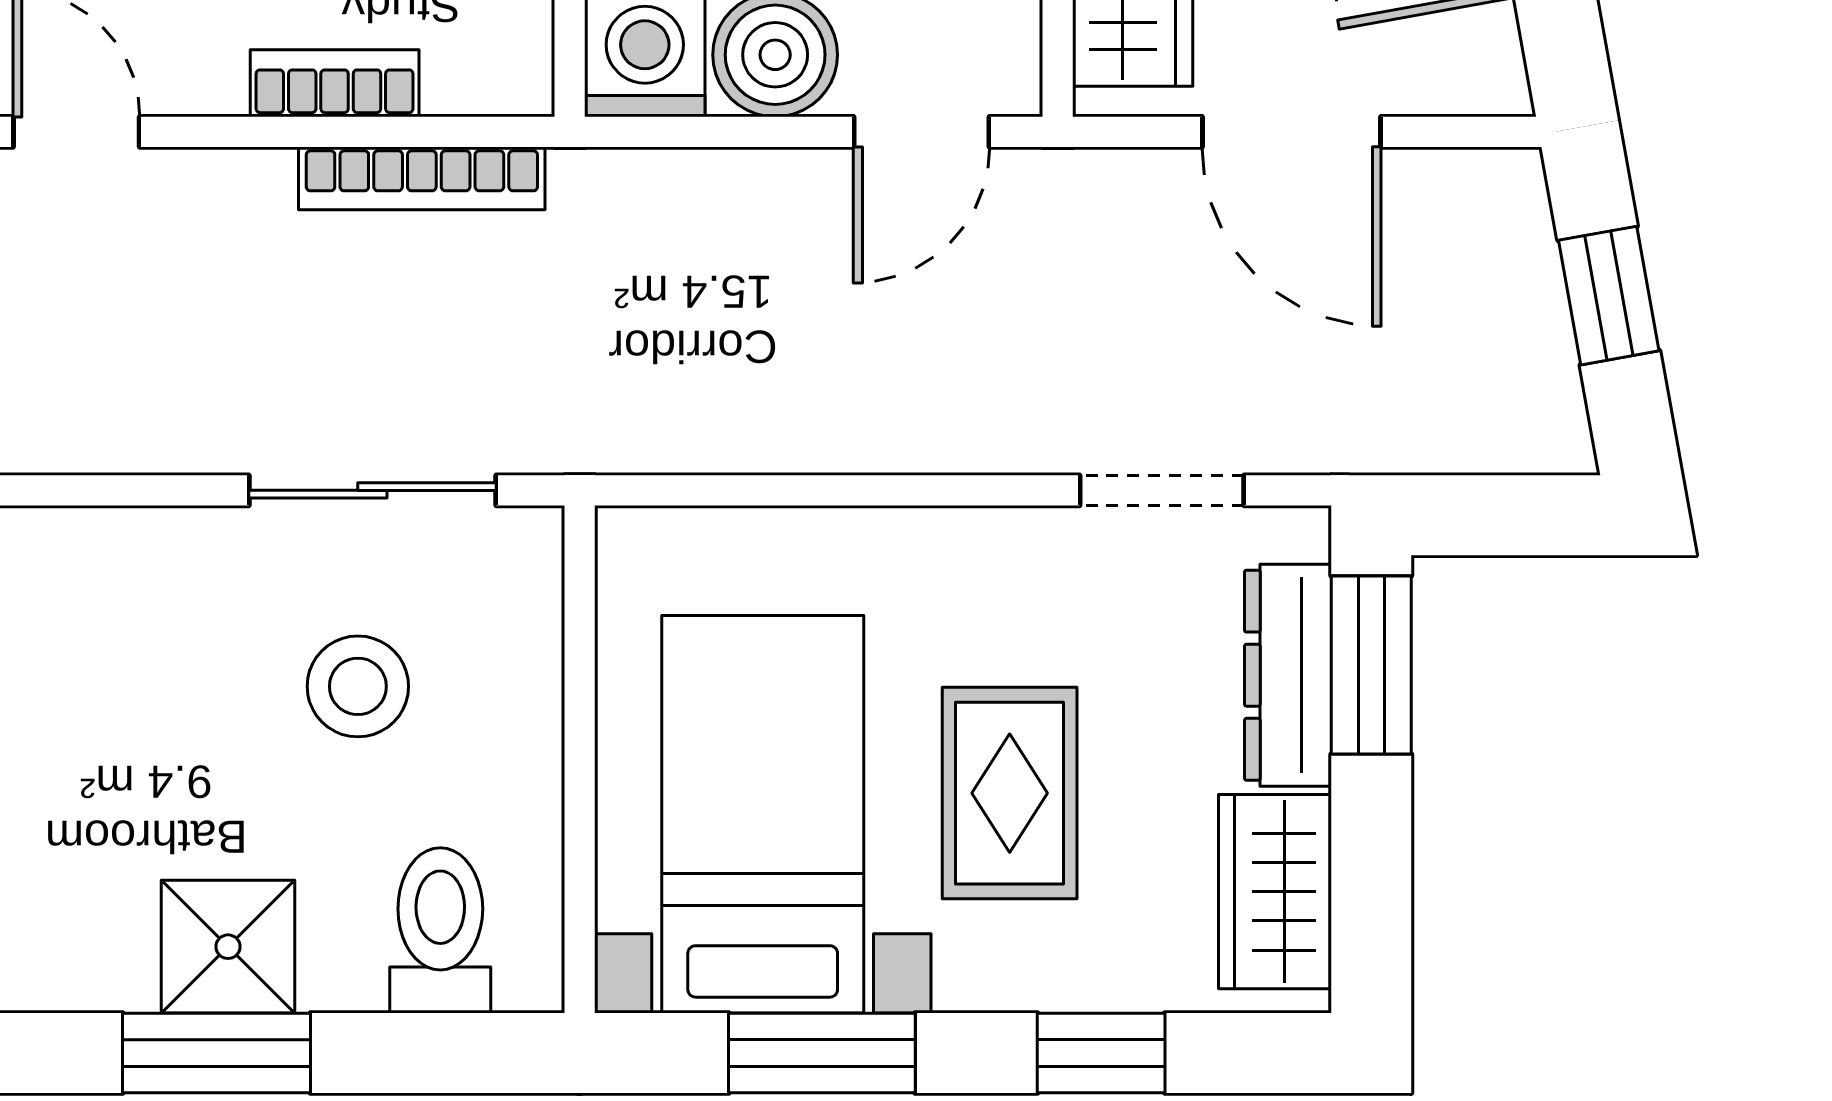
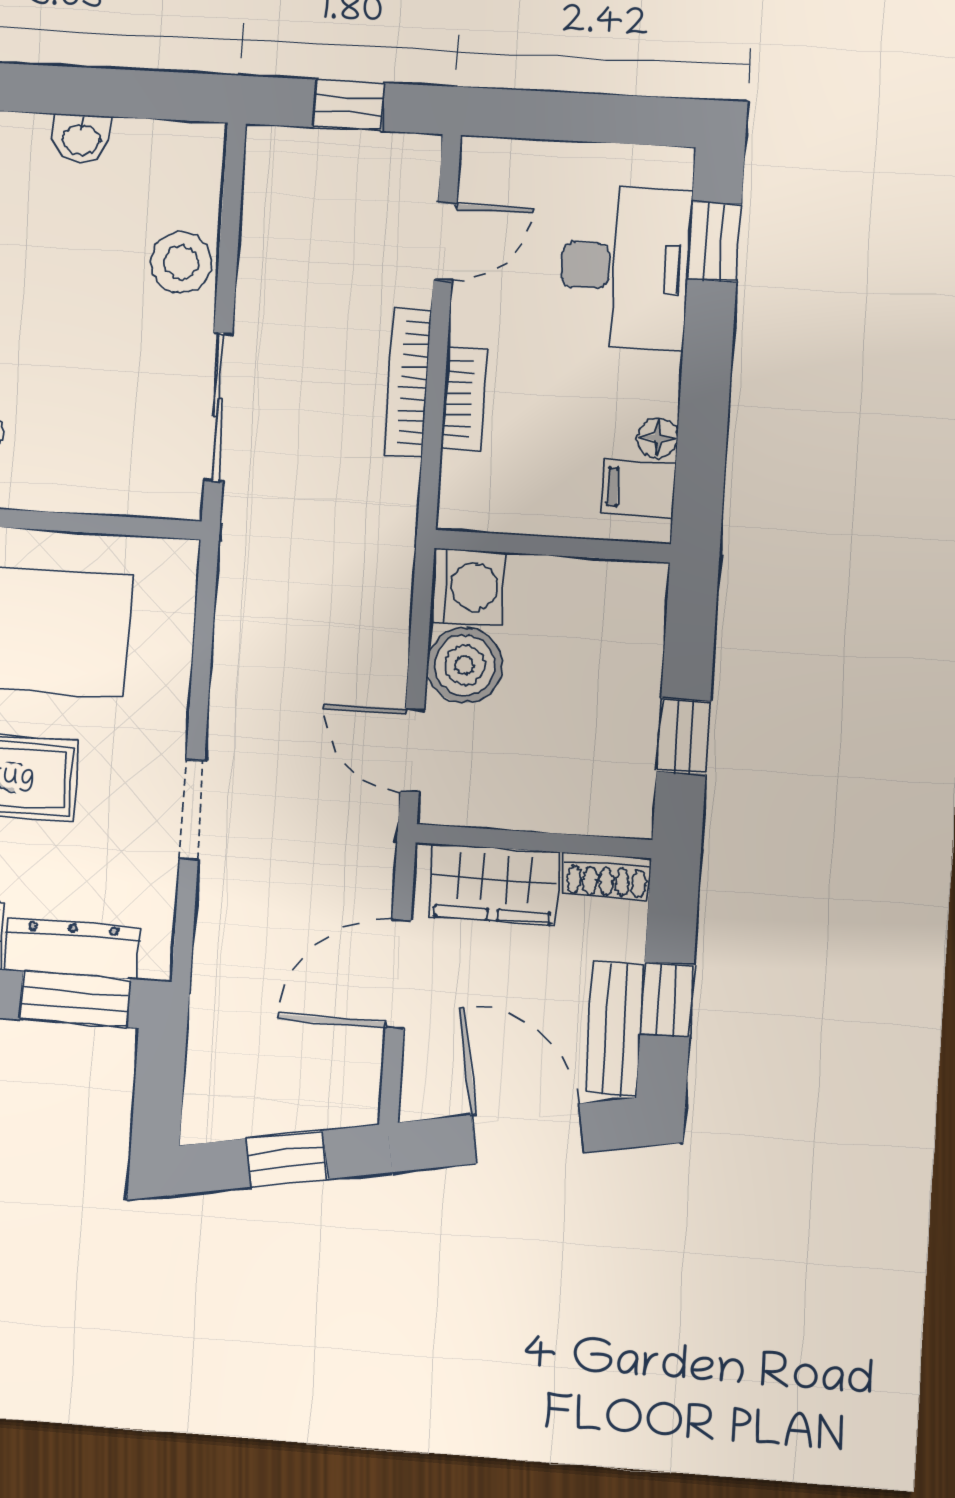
bookcase: (422, 178) -> (408, 383), moved
doorway: (1162, 490) -> (192, 810), moved
stool: (358, 686) -> (181, 262), moved

